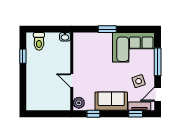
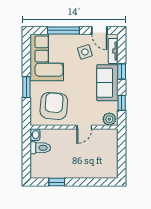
toilet: (39, 41) -> (40, 148), moved
armchair: (91, 54) -> (54, 106), added
window: (136, 114) -> (122, 71), moved

